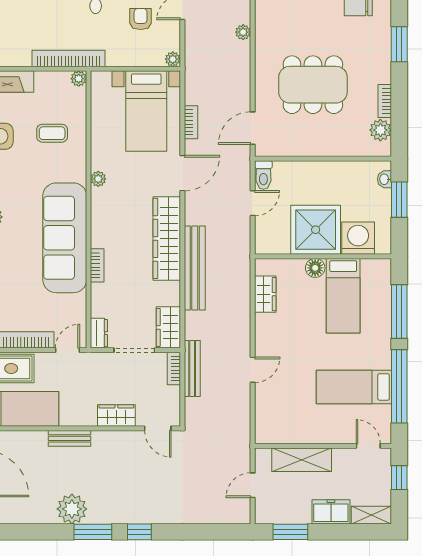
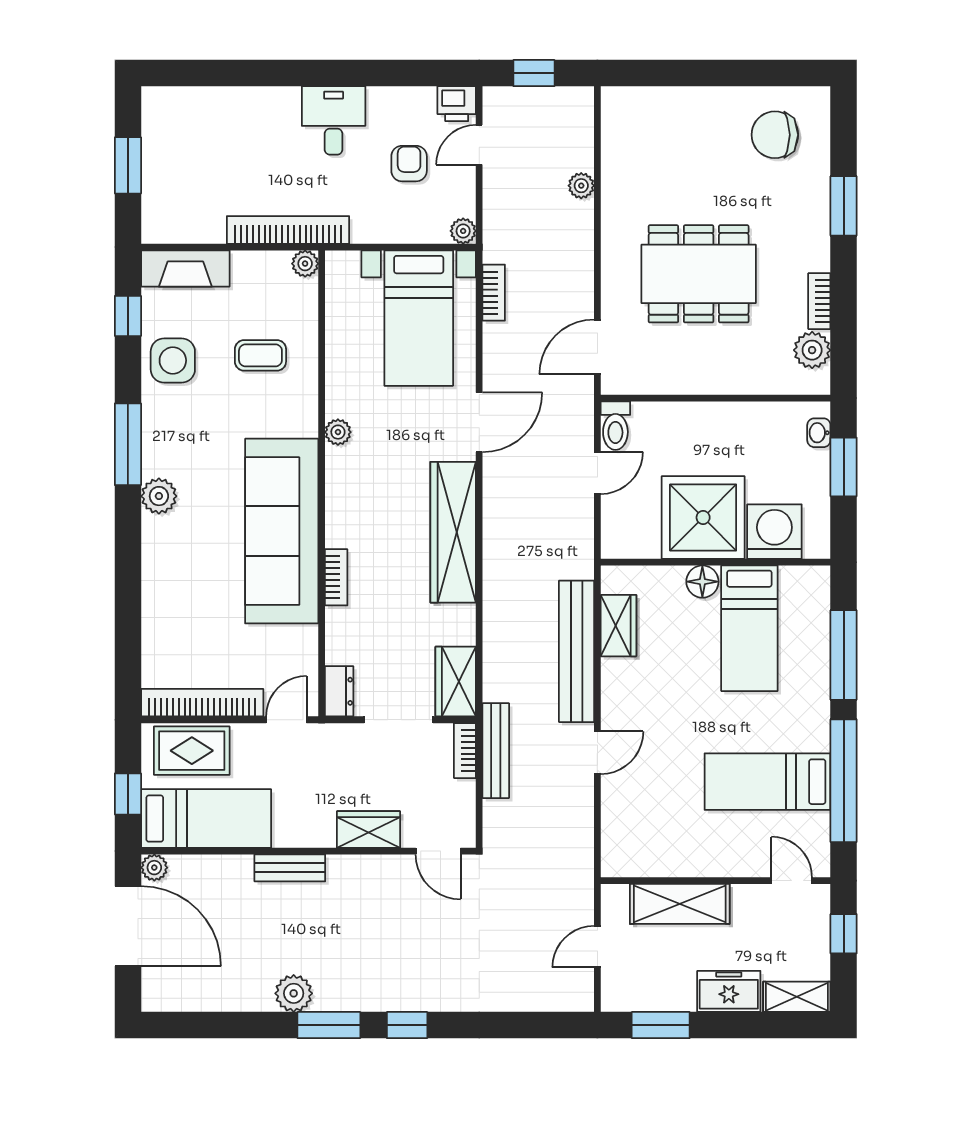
bookcase: (191, 122) -> (494, 293), moved
bench: (195, 268) -> (577, 651), moved
plant: (72, 509) -> (294, 993), width x0.73, depth x0.73

